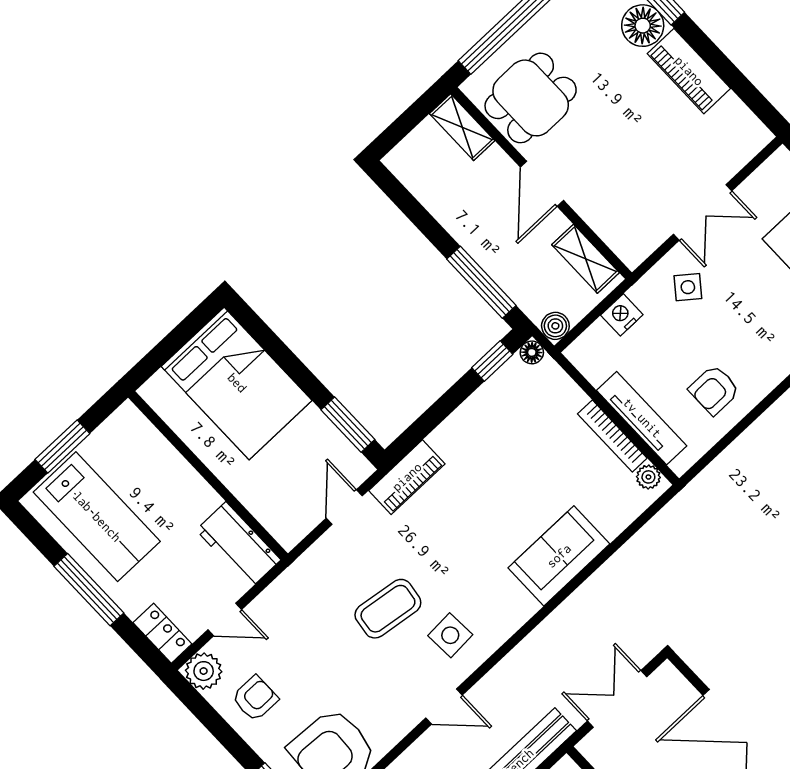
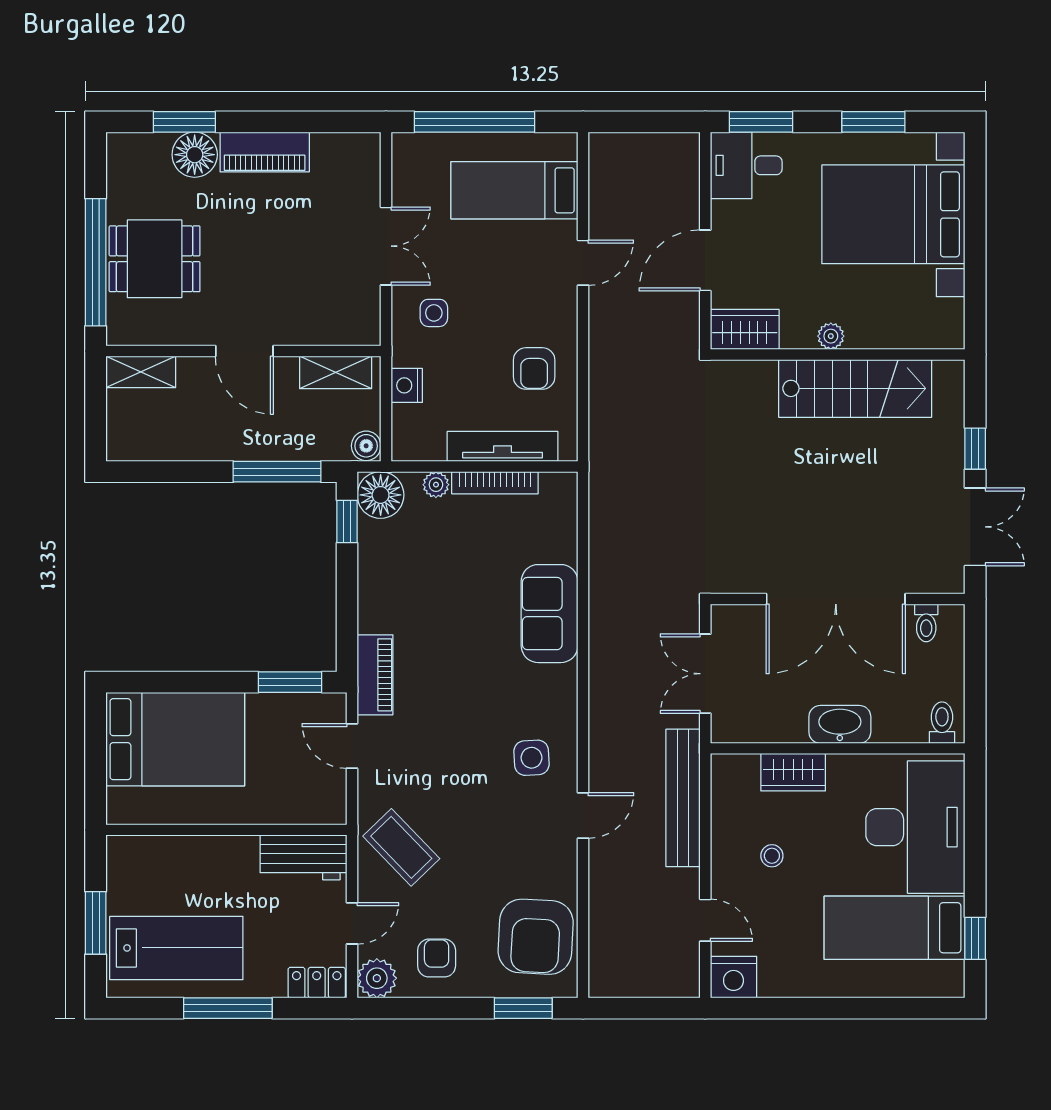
dining table: (531, 98) -> (155, 259), moved, turned 90
side table: (688, 287) -> (434, 313), turned -38
floor lamp: (532, 352) -> (381, 495), width x1.89, depth x1.89
plant: (648, 477) -> (436, 485), moved
coffee table: (388, 609) -> (401, 847), moved, turned -52

